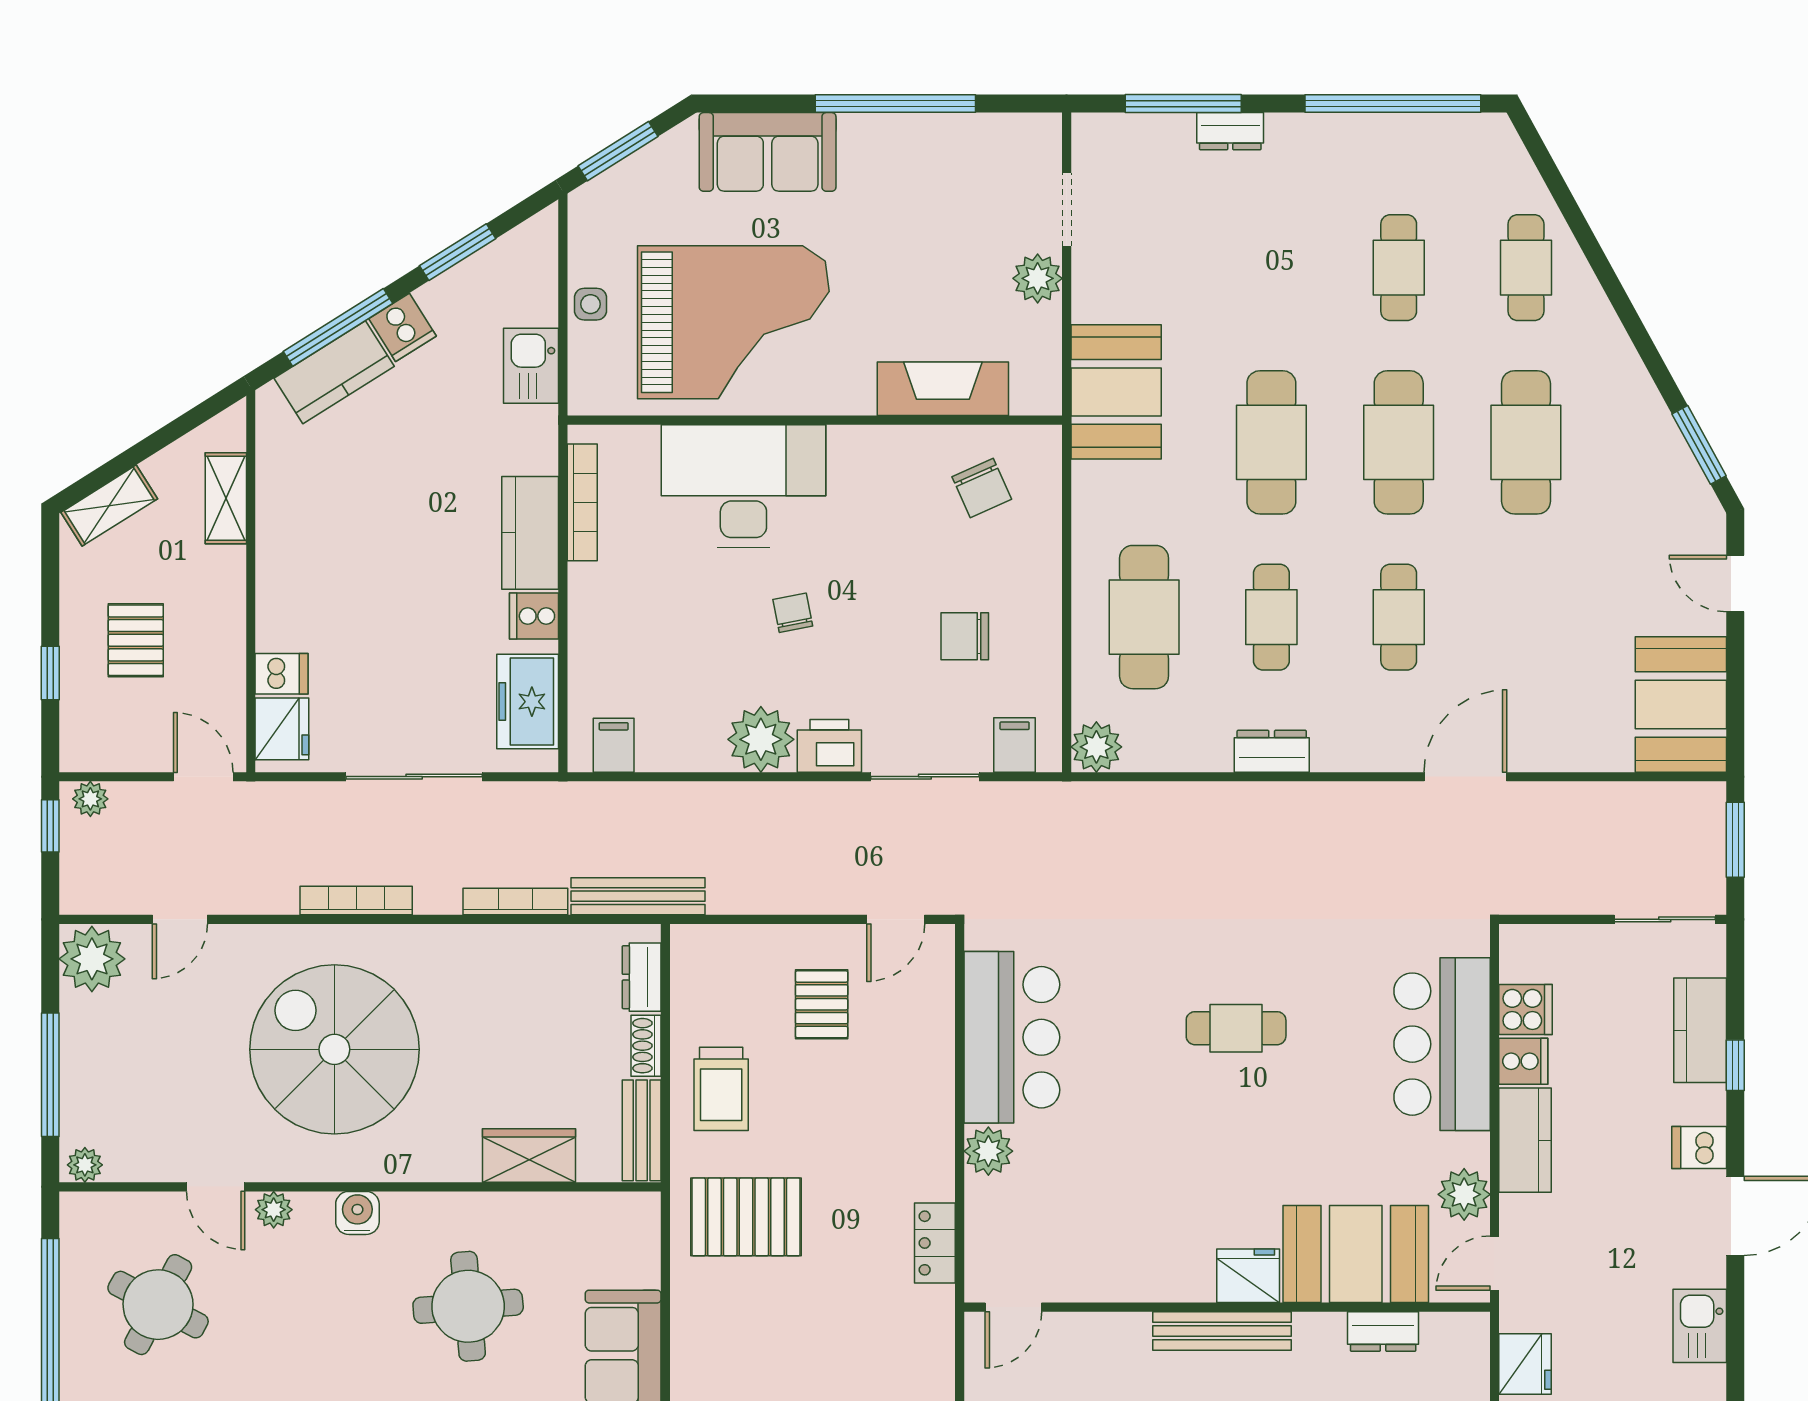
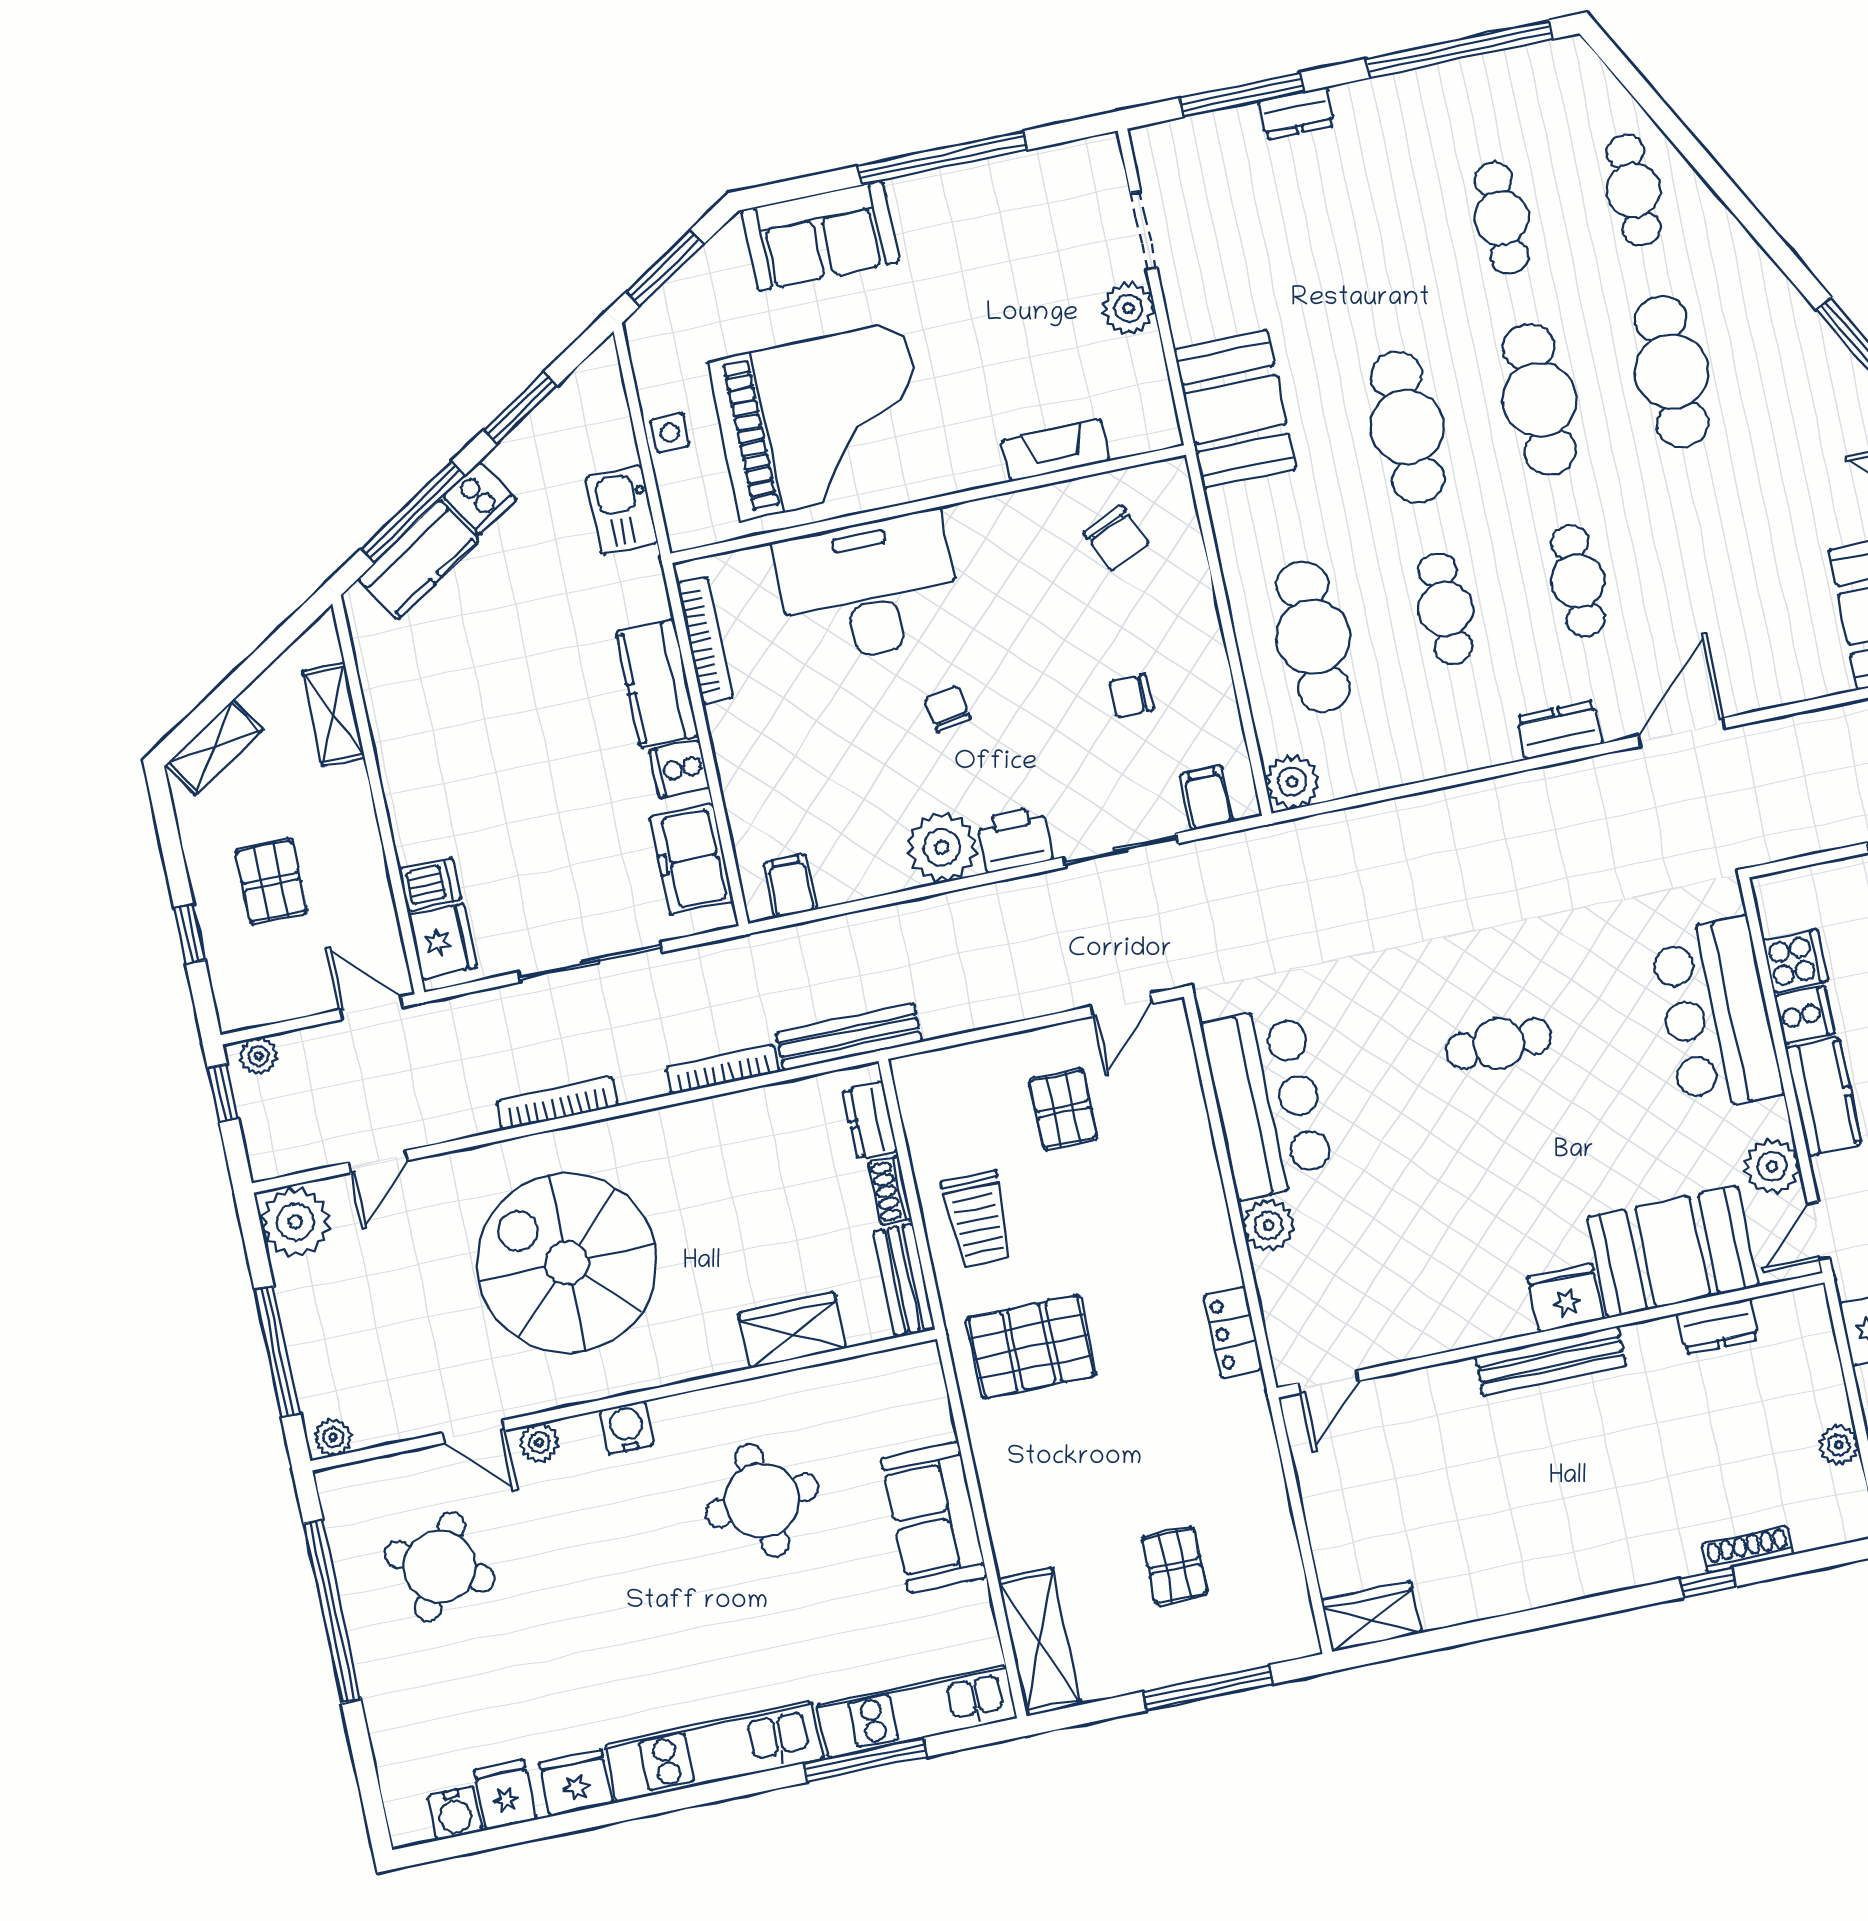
fireplace: (943, 389) -> (1056, 450), width x0.73, depth x0.76
chair: (965, 636) -> (1131, 696), width x0.73, depth x0.73
dresser: (1272, 751) -> (1560, 730), moved

